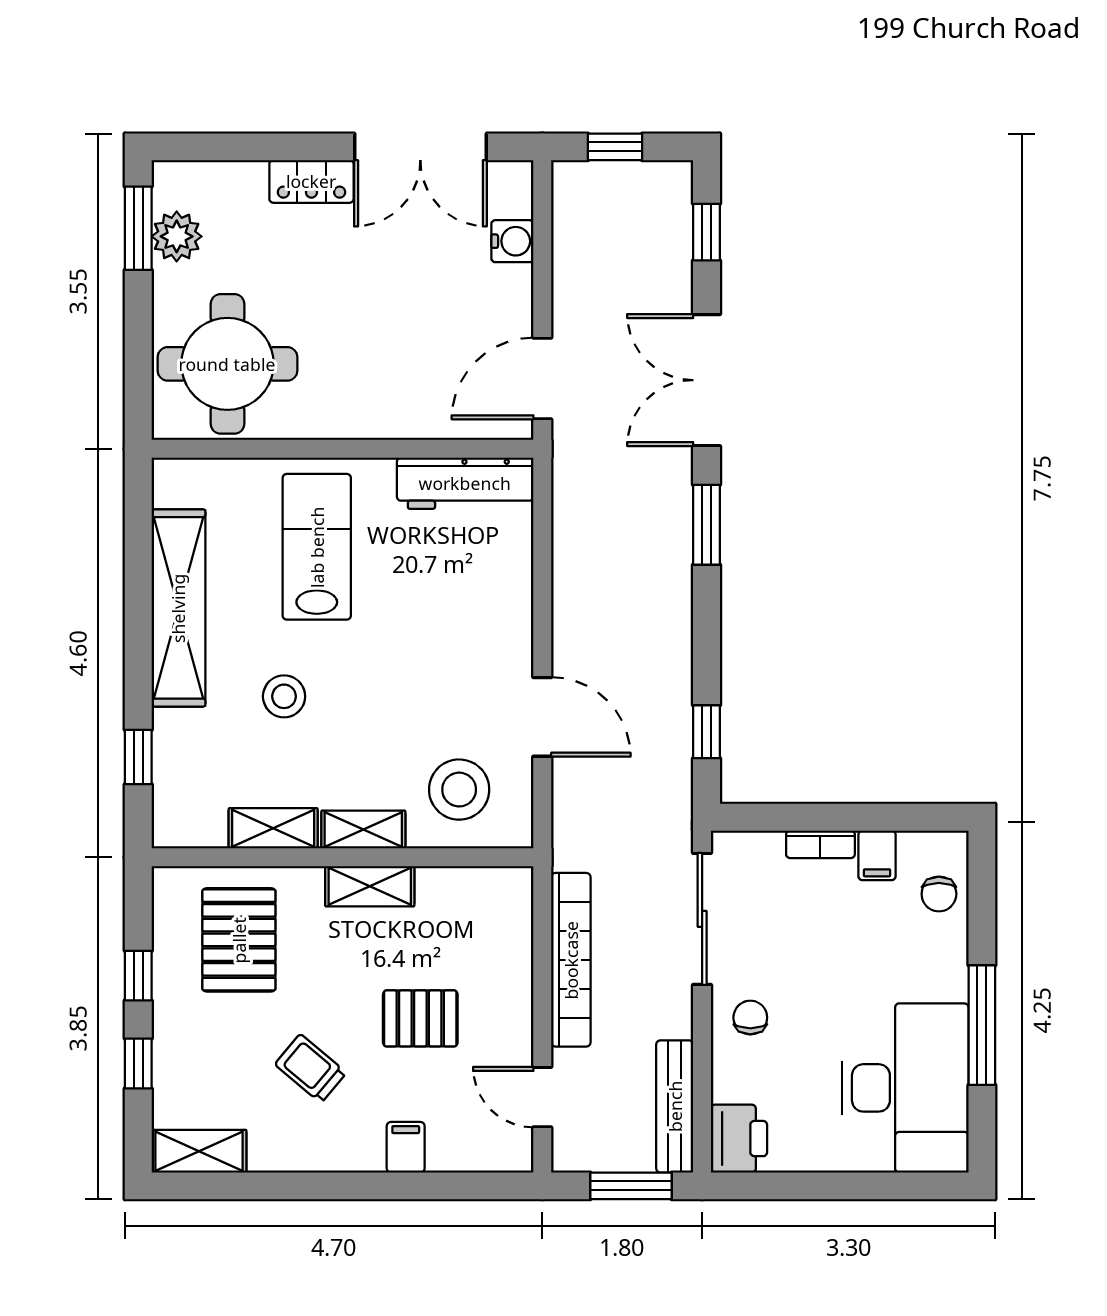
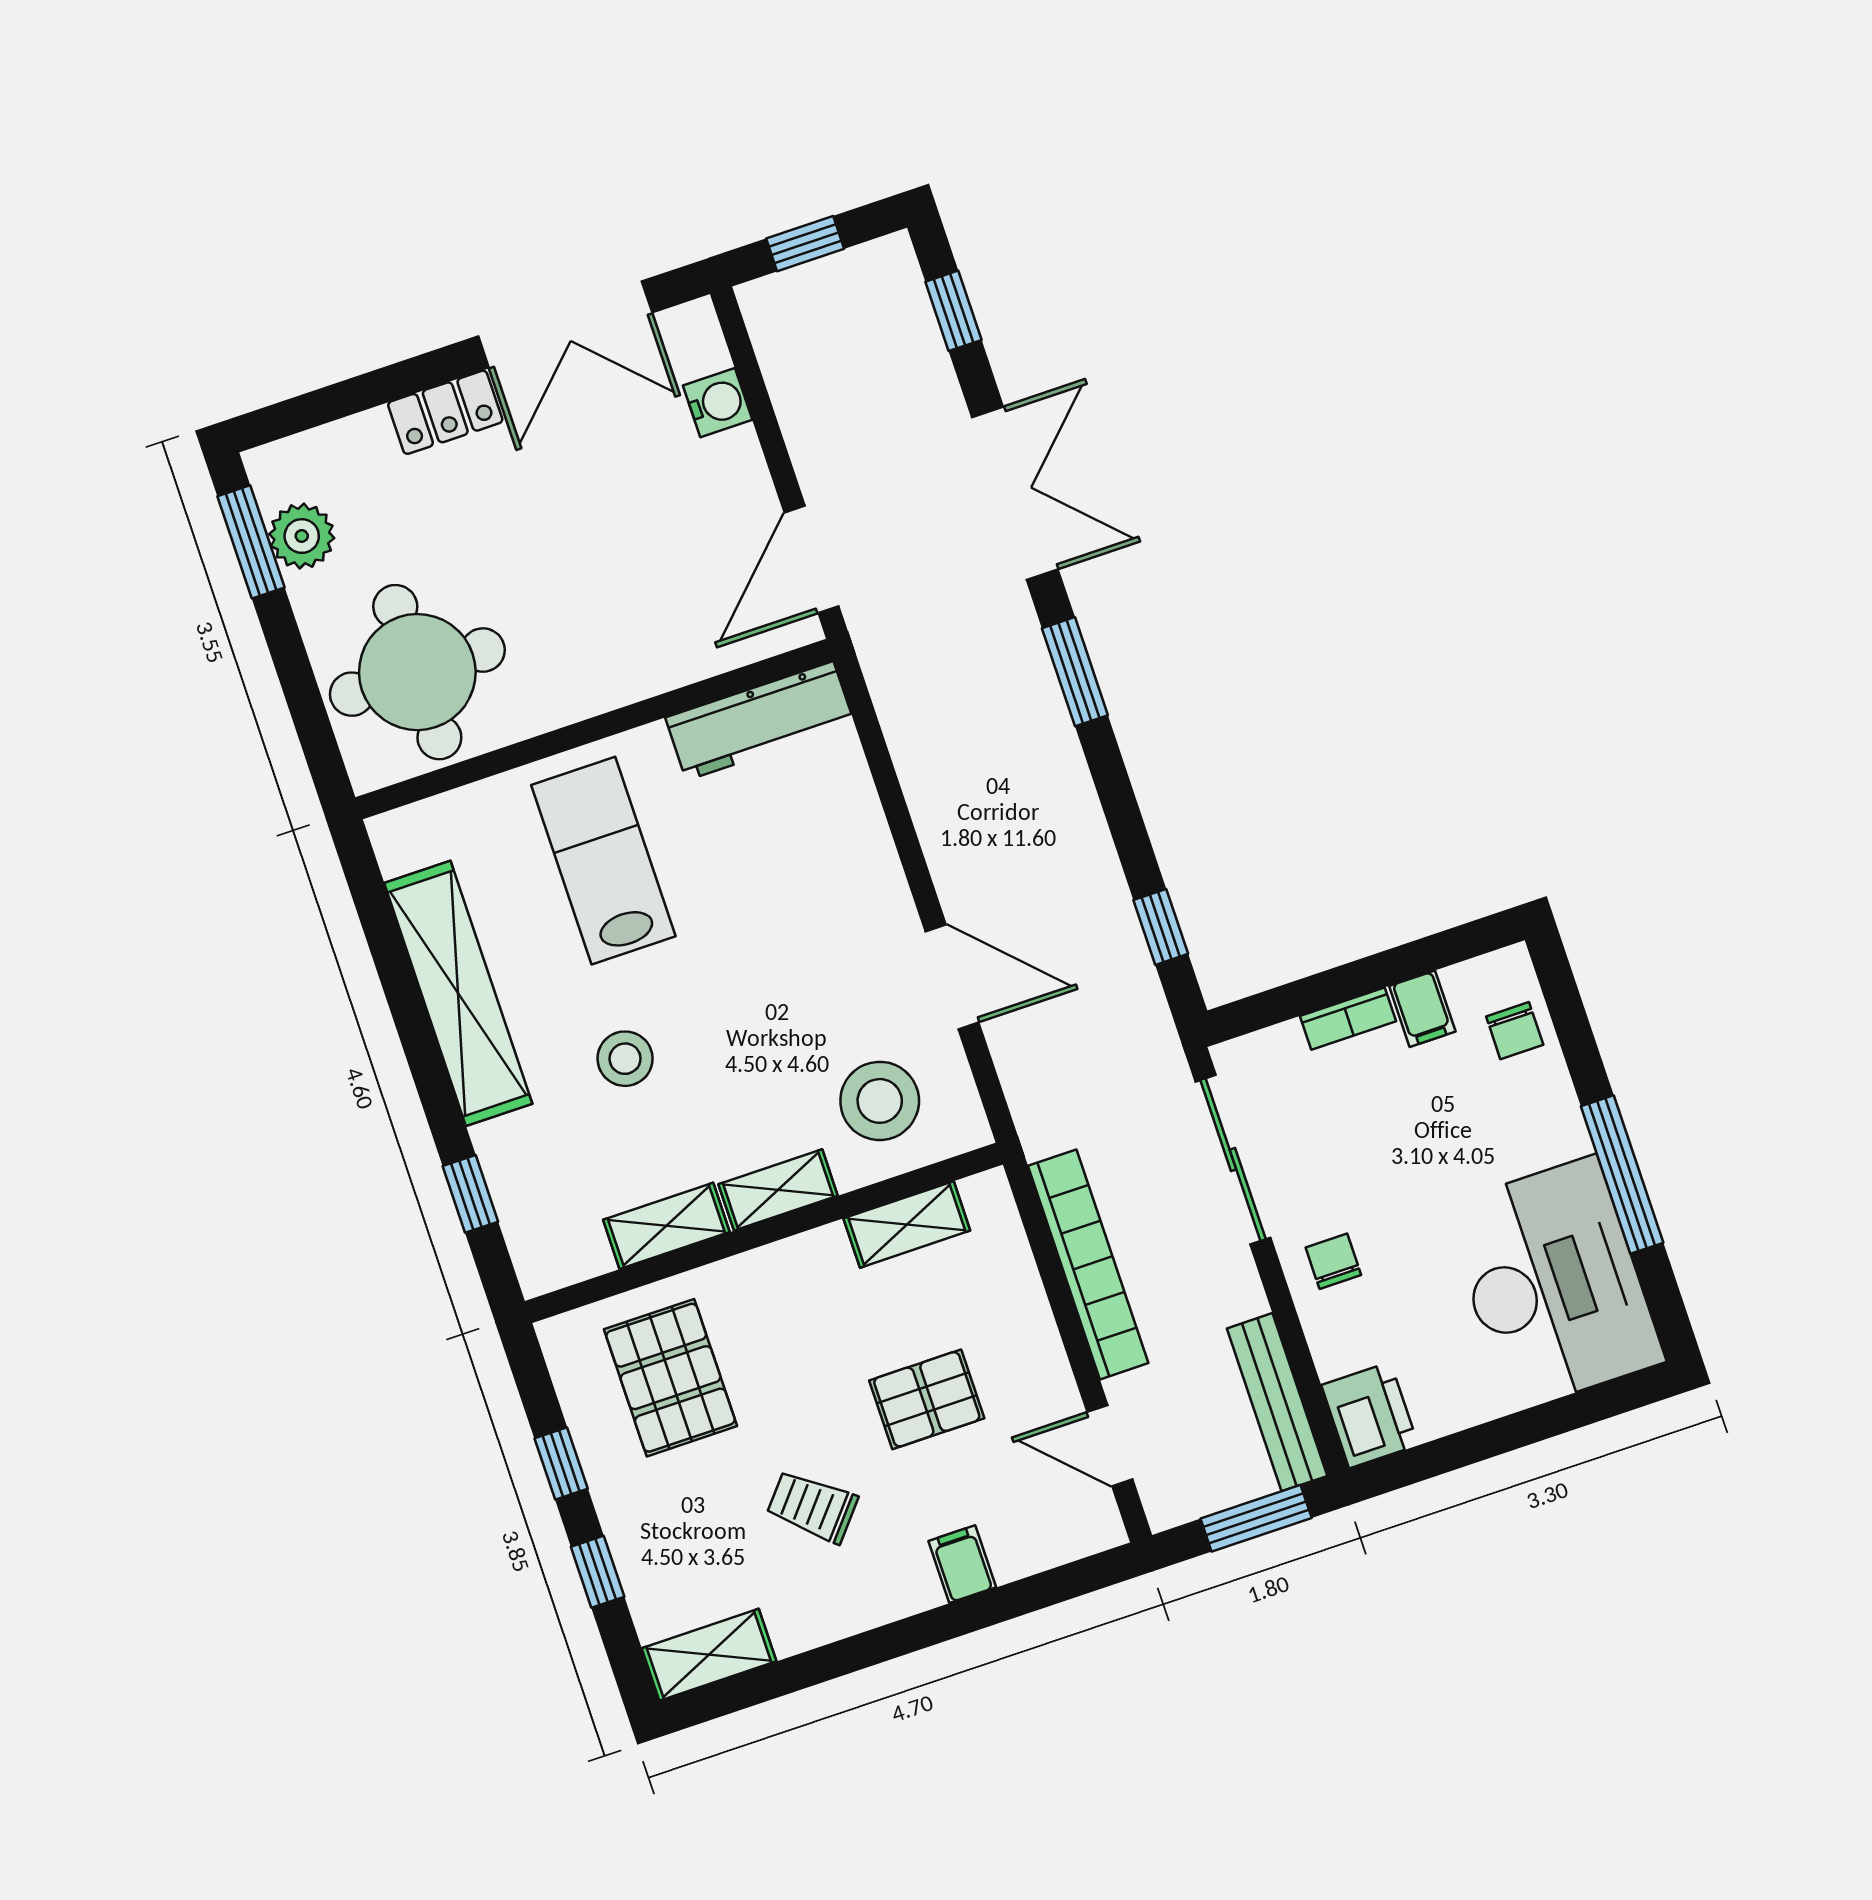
double door: (707, 380) -> (1015, 493), swing flipped
shelving: (370, 886) -> (907, 1224), moved

